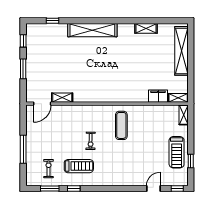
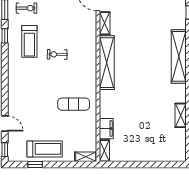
shelving: (181, 51) -> (107, 63), moved, turned 90
exercise mat: (121, 125) -> (74, 104), moved
treadmill: (177, 152) -> (45, 149), turned 180

